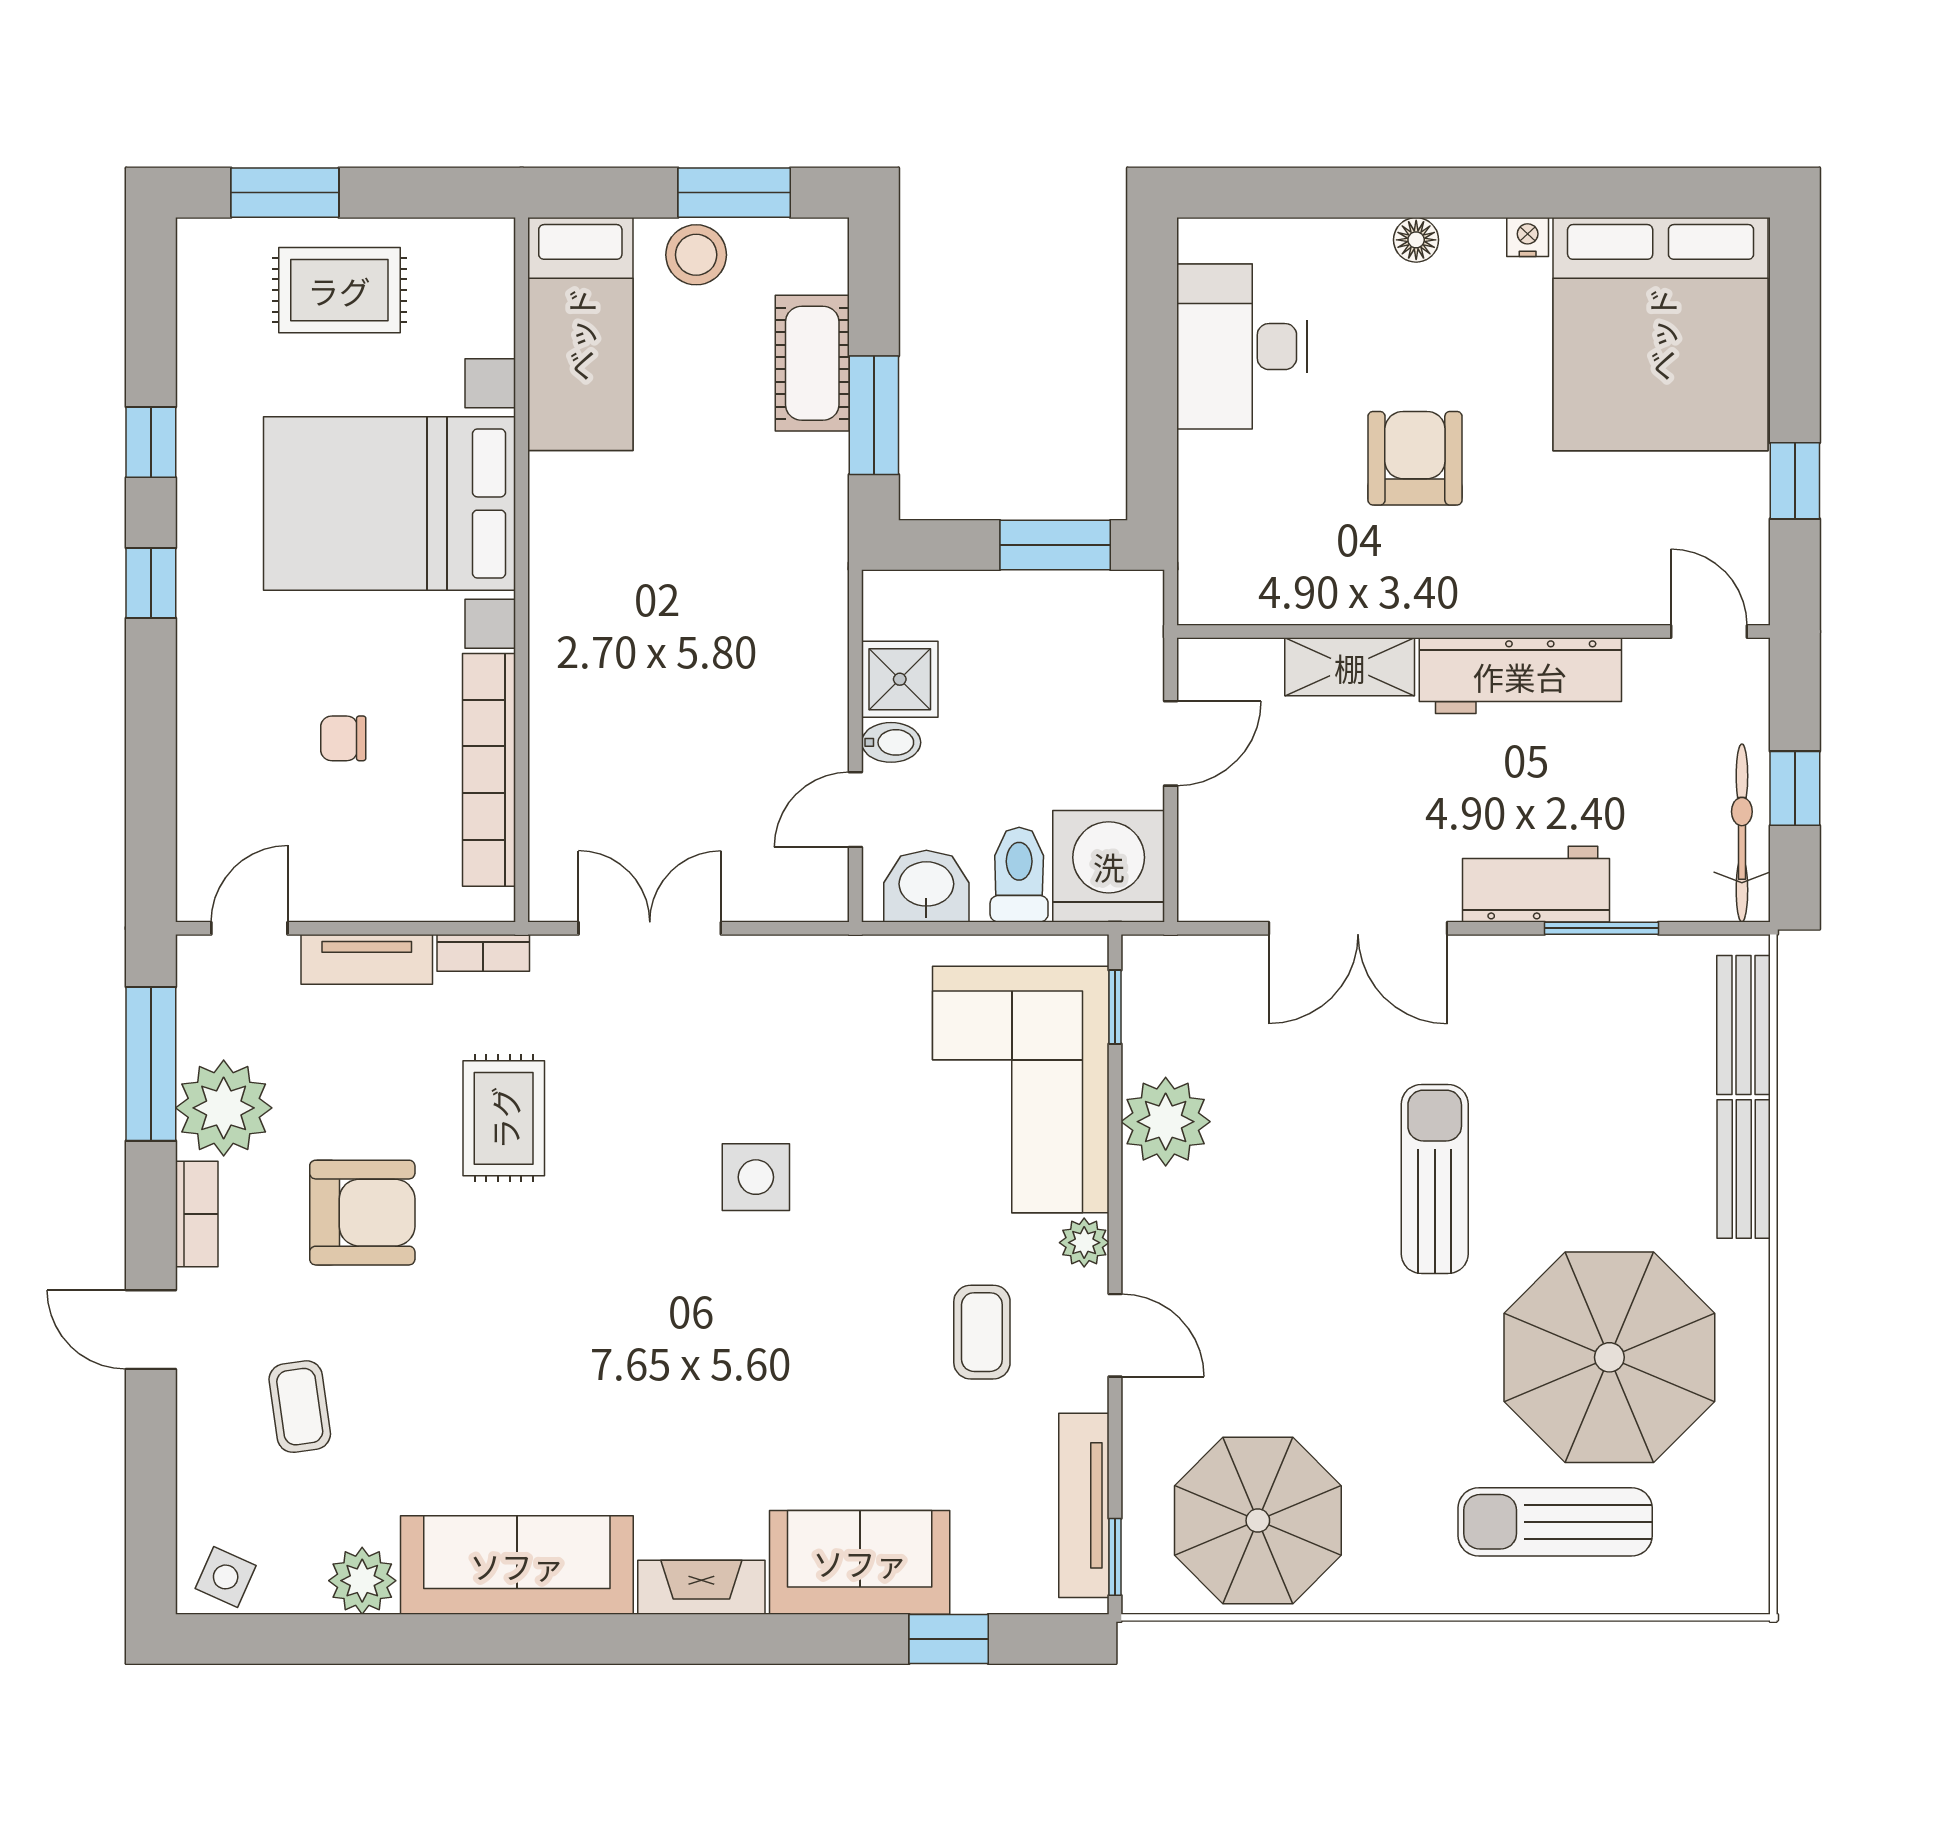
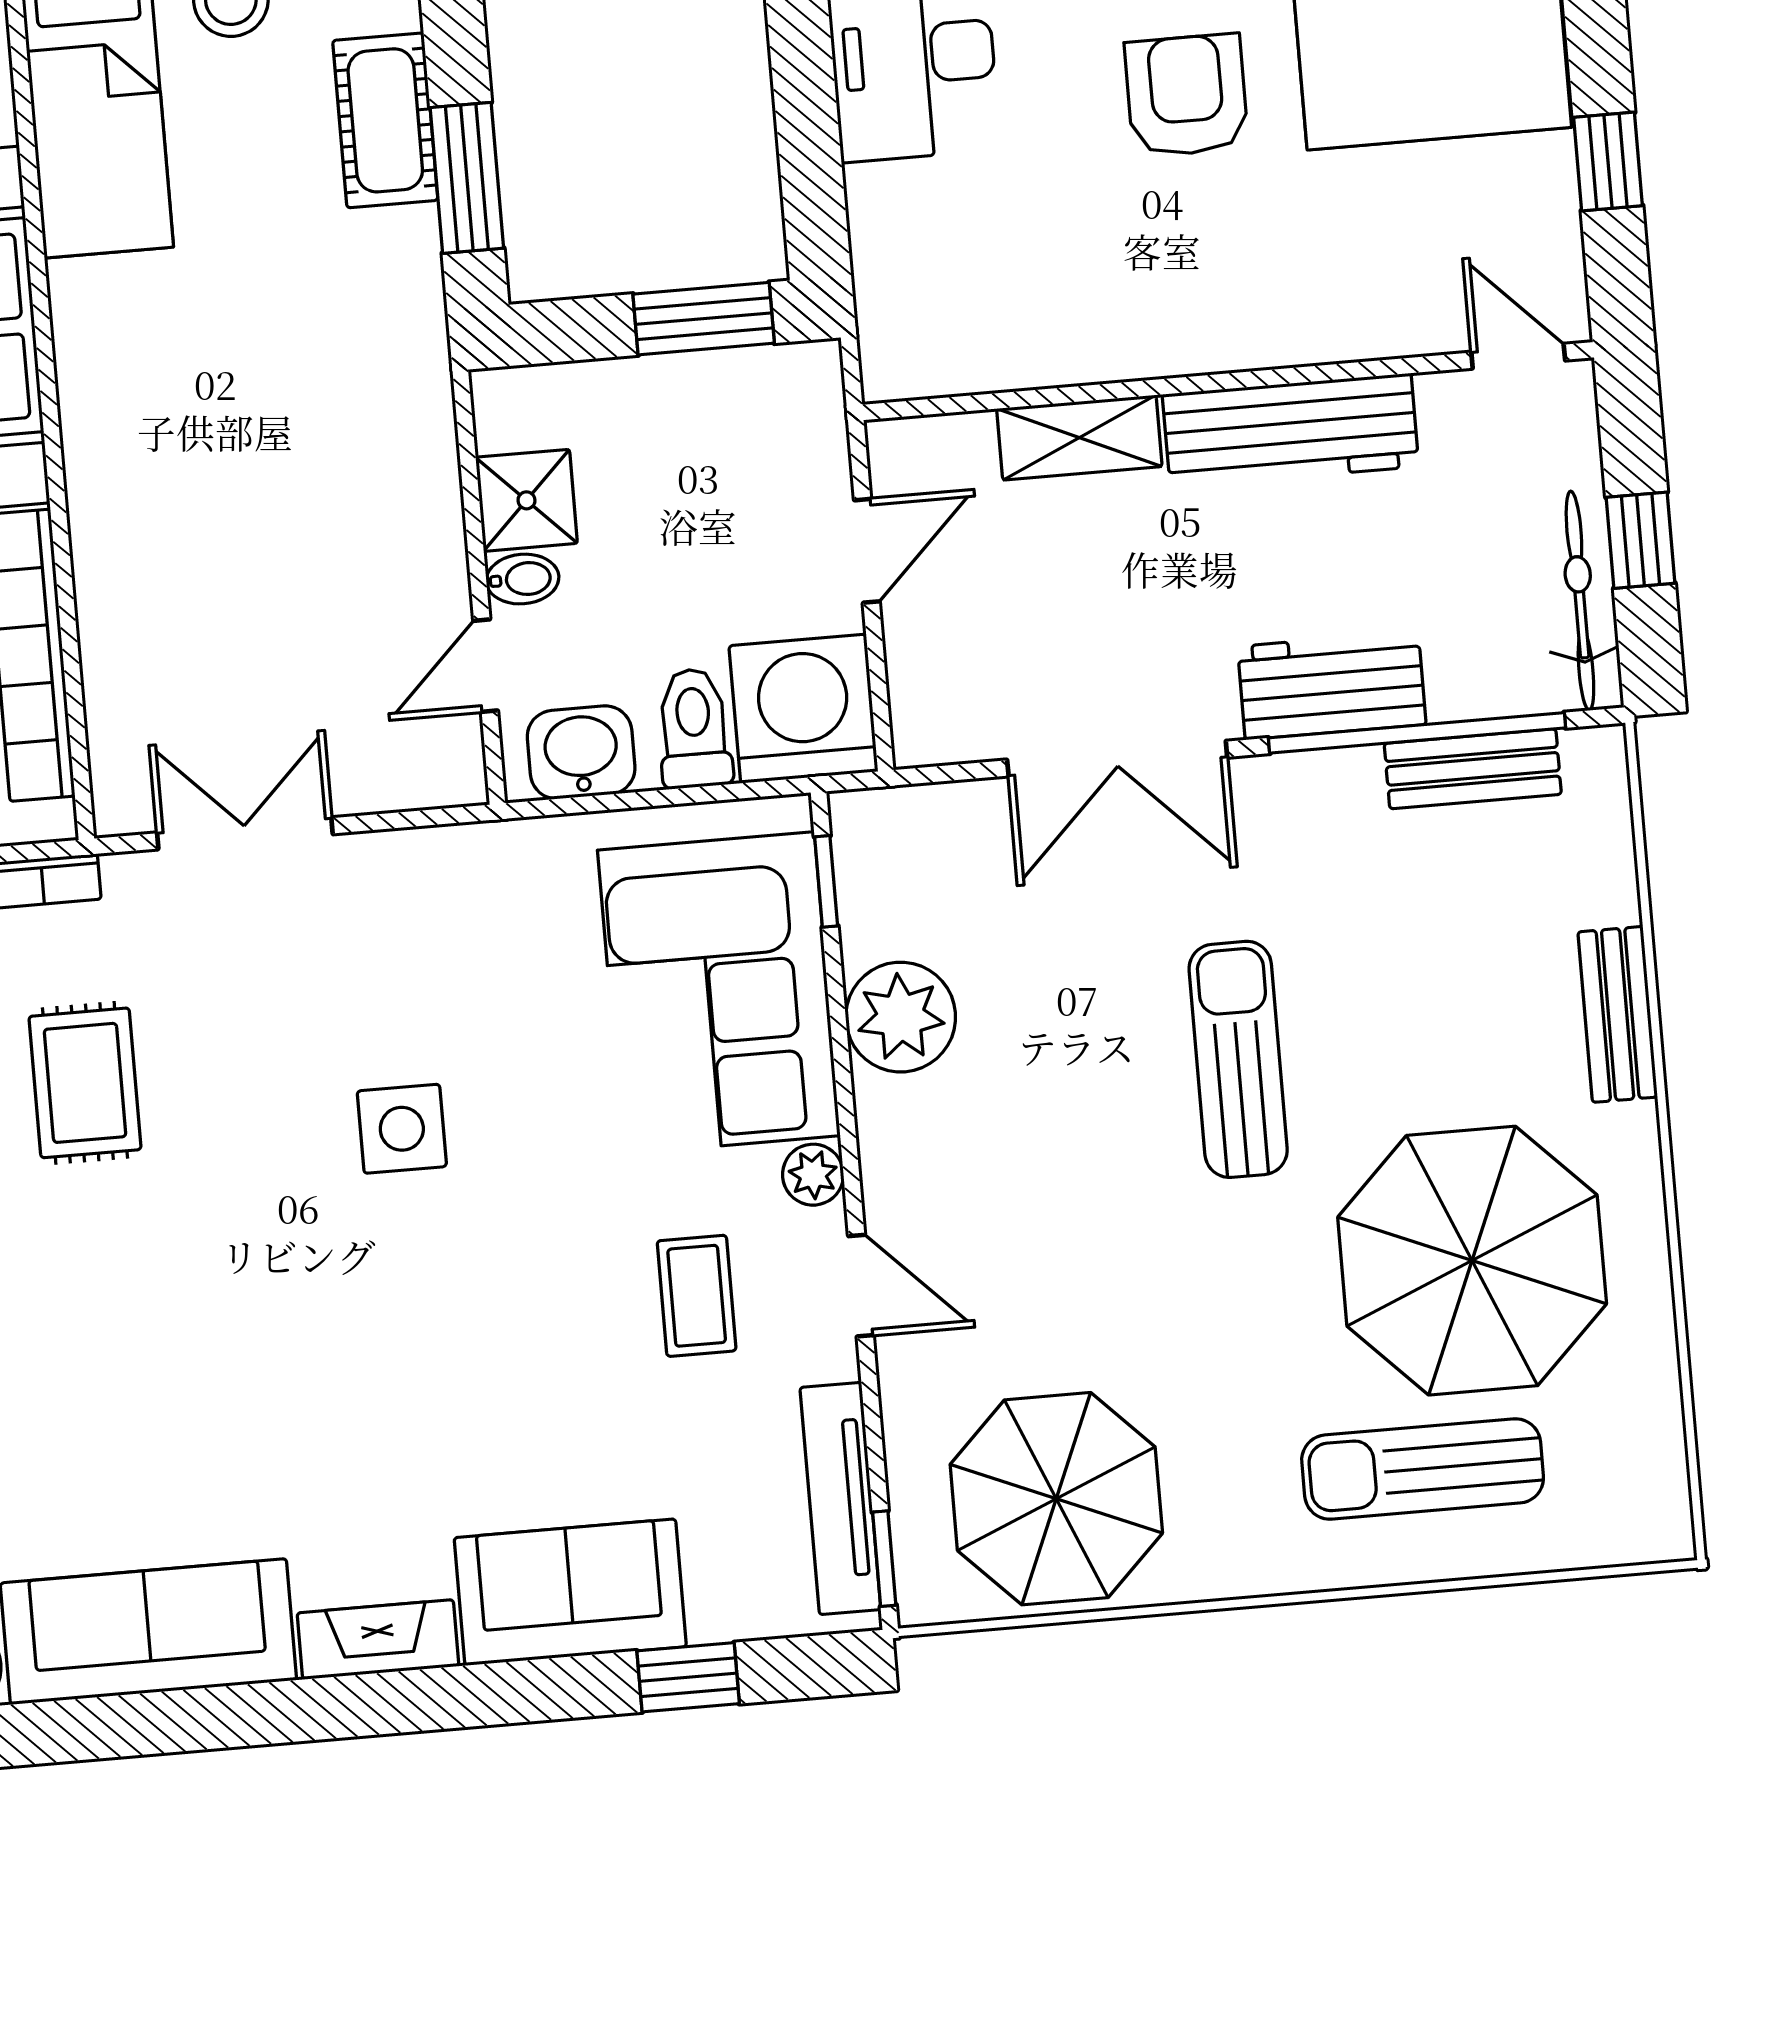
armchair: (1415, 458) -> (1187, 95), moved
window: (1601, 928) -> (1417, 733), width x2.11
bench: (1744, 1025) -> (1473, 769), moved, turned 90

